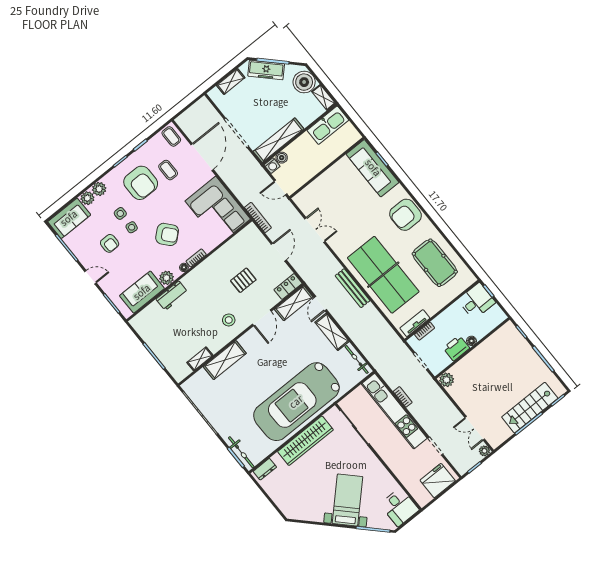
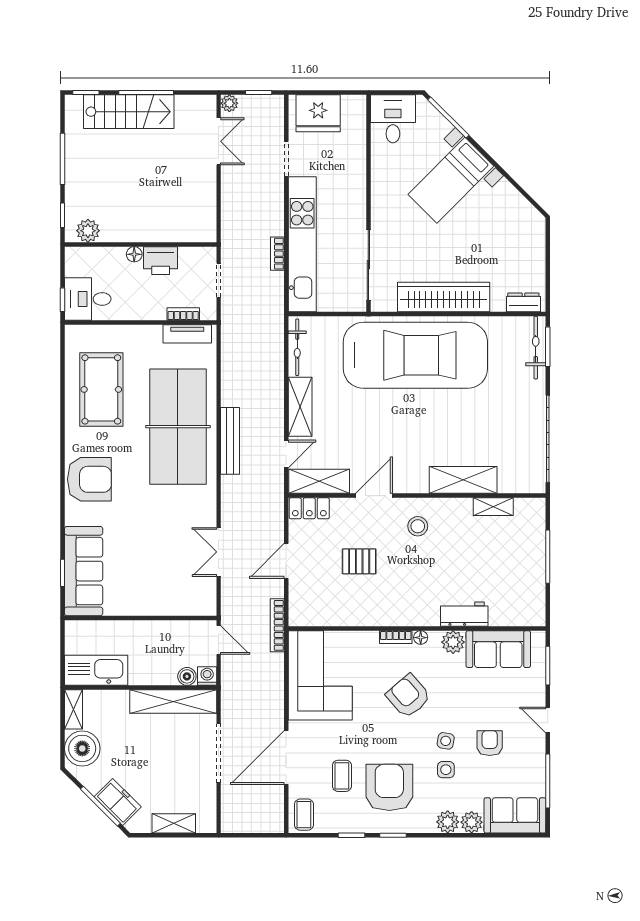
freezer: (266, 70) -> (118, 802), width x0.71
plant: (447, 380) -> (88, 231), moved

